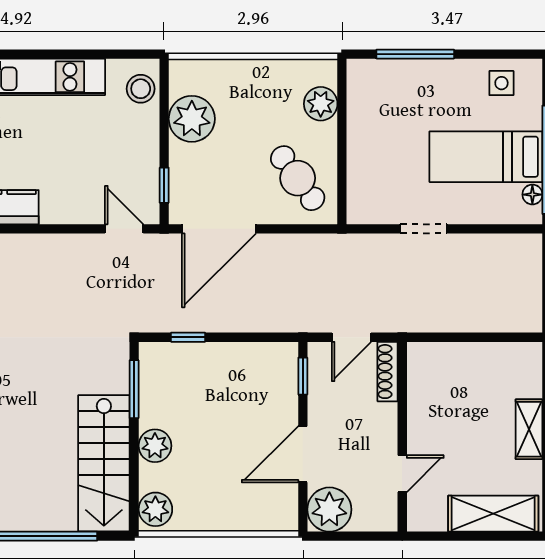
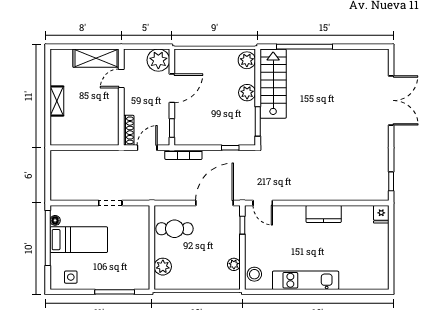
plant: (192, 119) -> (234, 264), width x0.53, depth x0.53
cafe table: (298, 178) -> (175, 229), turned -54
bookcase: (280, 323) -> (183, 155), added
shelving: (493, 514) -> (96, 58), moved

